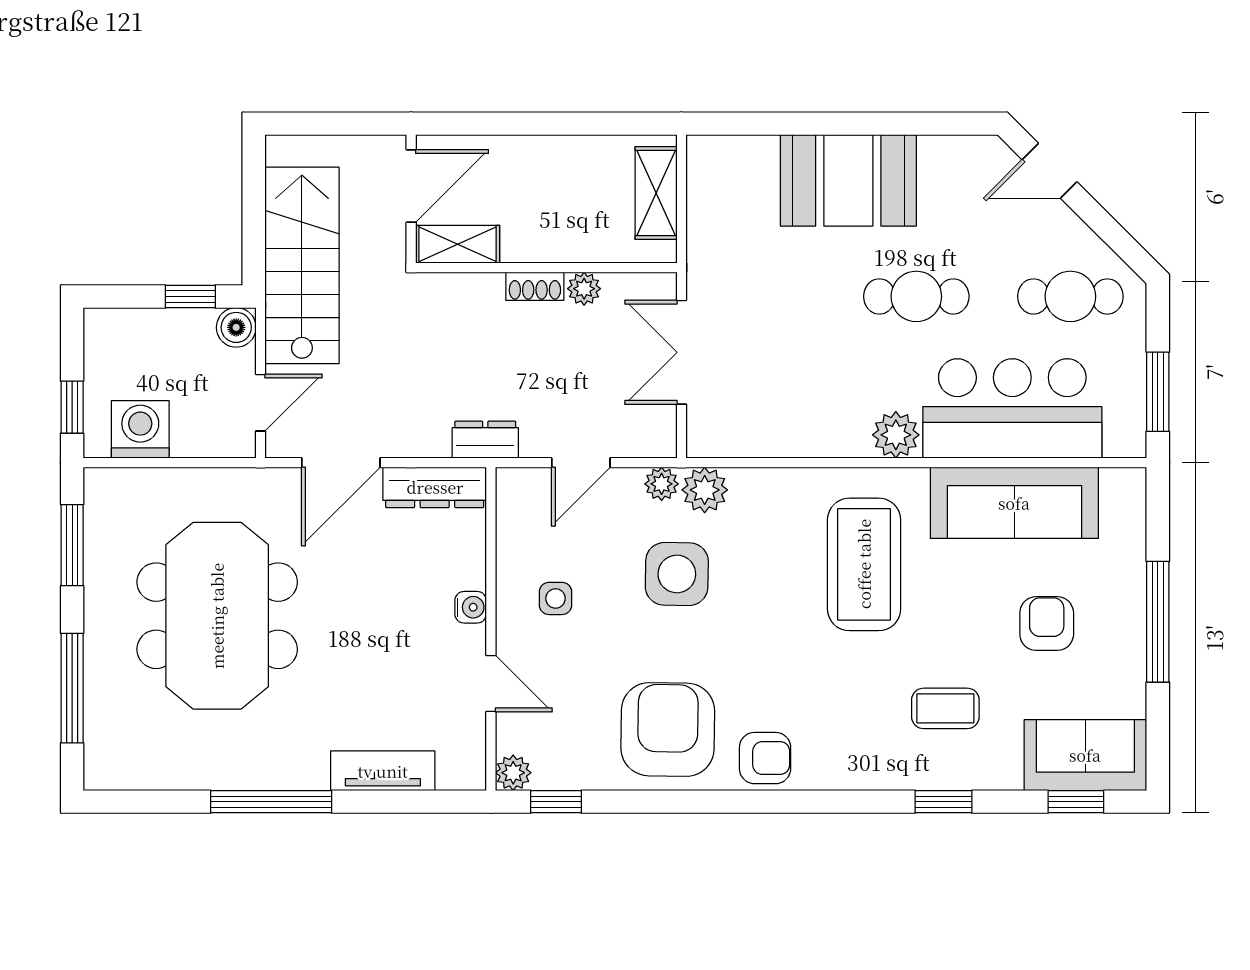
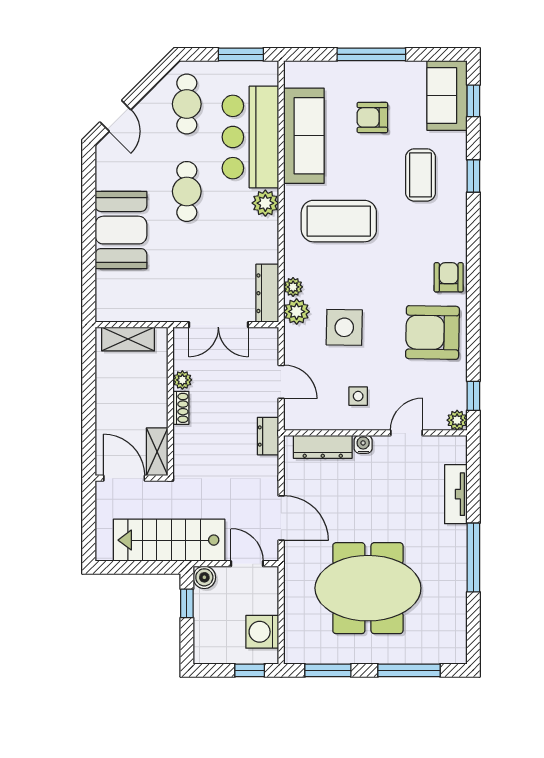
dresser: (737, 438) -> (267, 293), added
plant: (662, 484) -> (293, 287), moved
dresser: (435, 487) -> (323, 447), moved, turned 90
coffee table: (945, 708) -> (421, 175), width x1.36, depth x1.30

